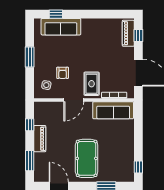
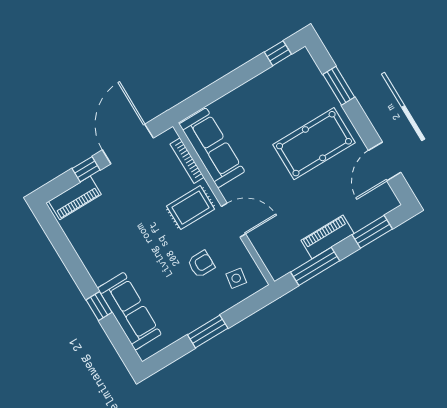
window: (56, 14) -> (99, 306), moved
window: (138, 35) -> (86, 169), moved
window: (30, 125) -> (315, 266), width x2.17

